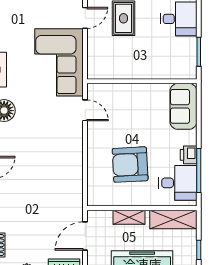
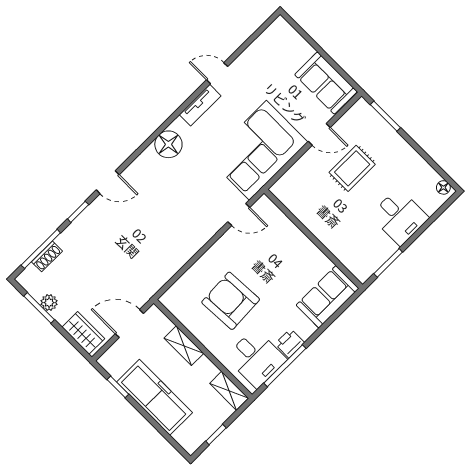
door: (85, 110) -> (239, 215), hinge flipped
shelving: (173, 219) -> (229, 391), width x0.67, depth x0.75

